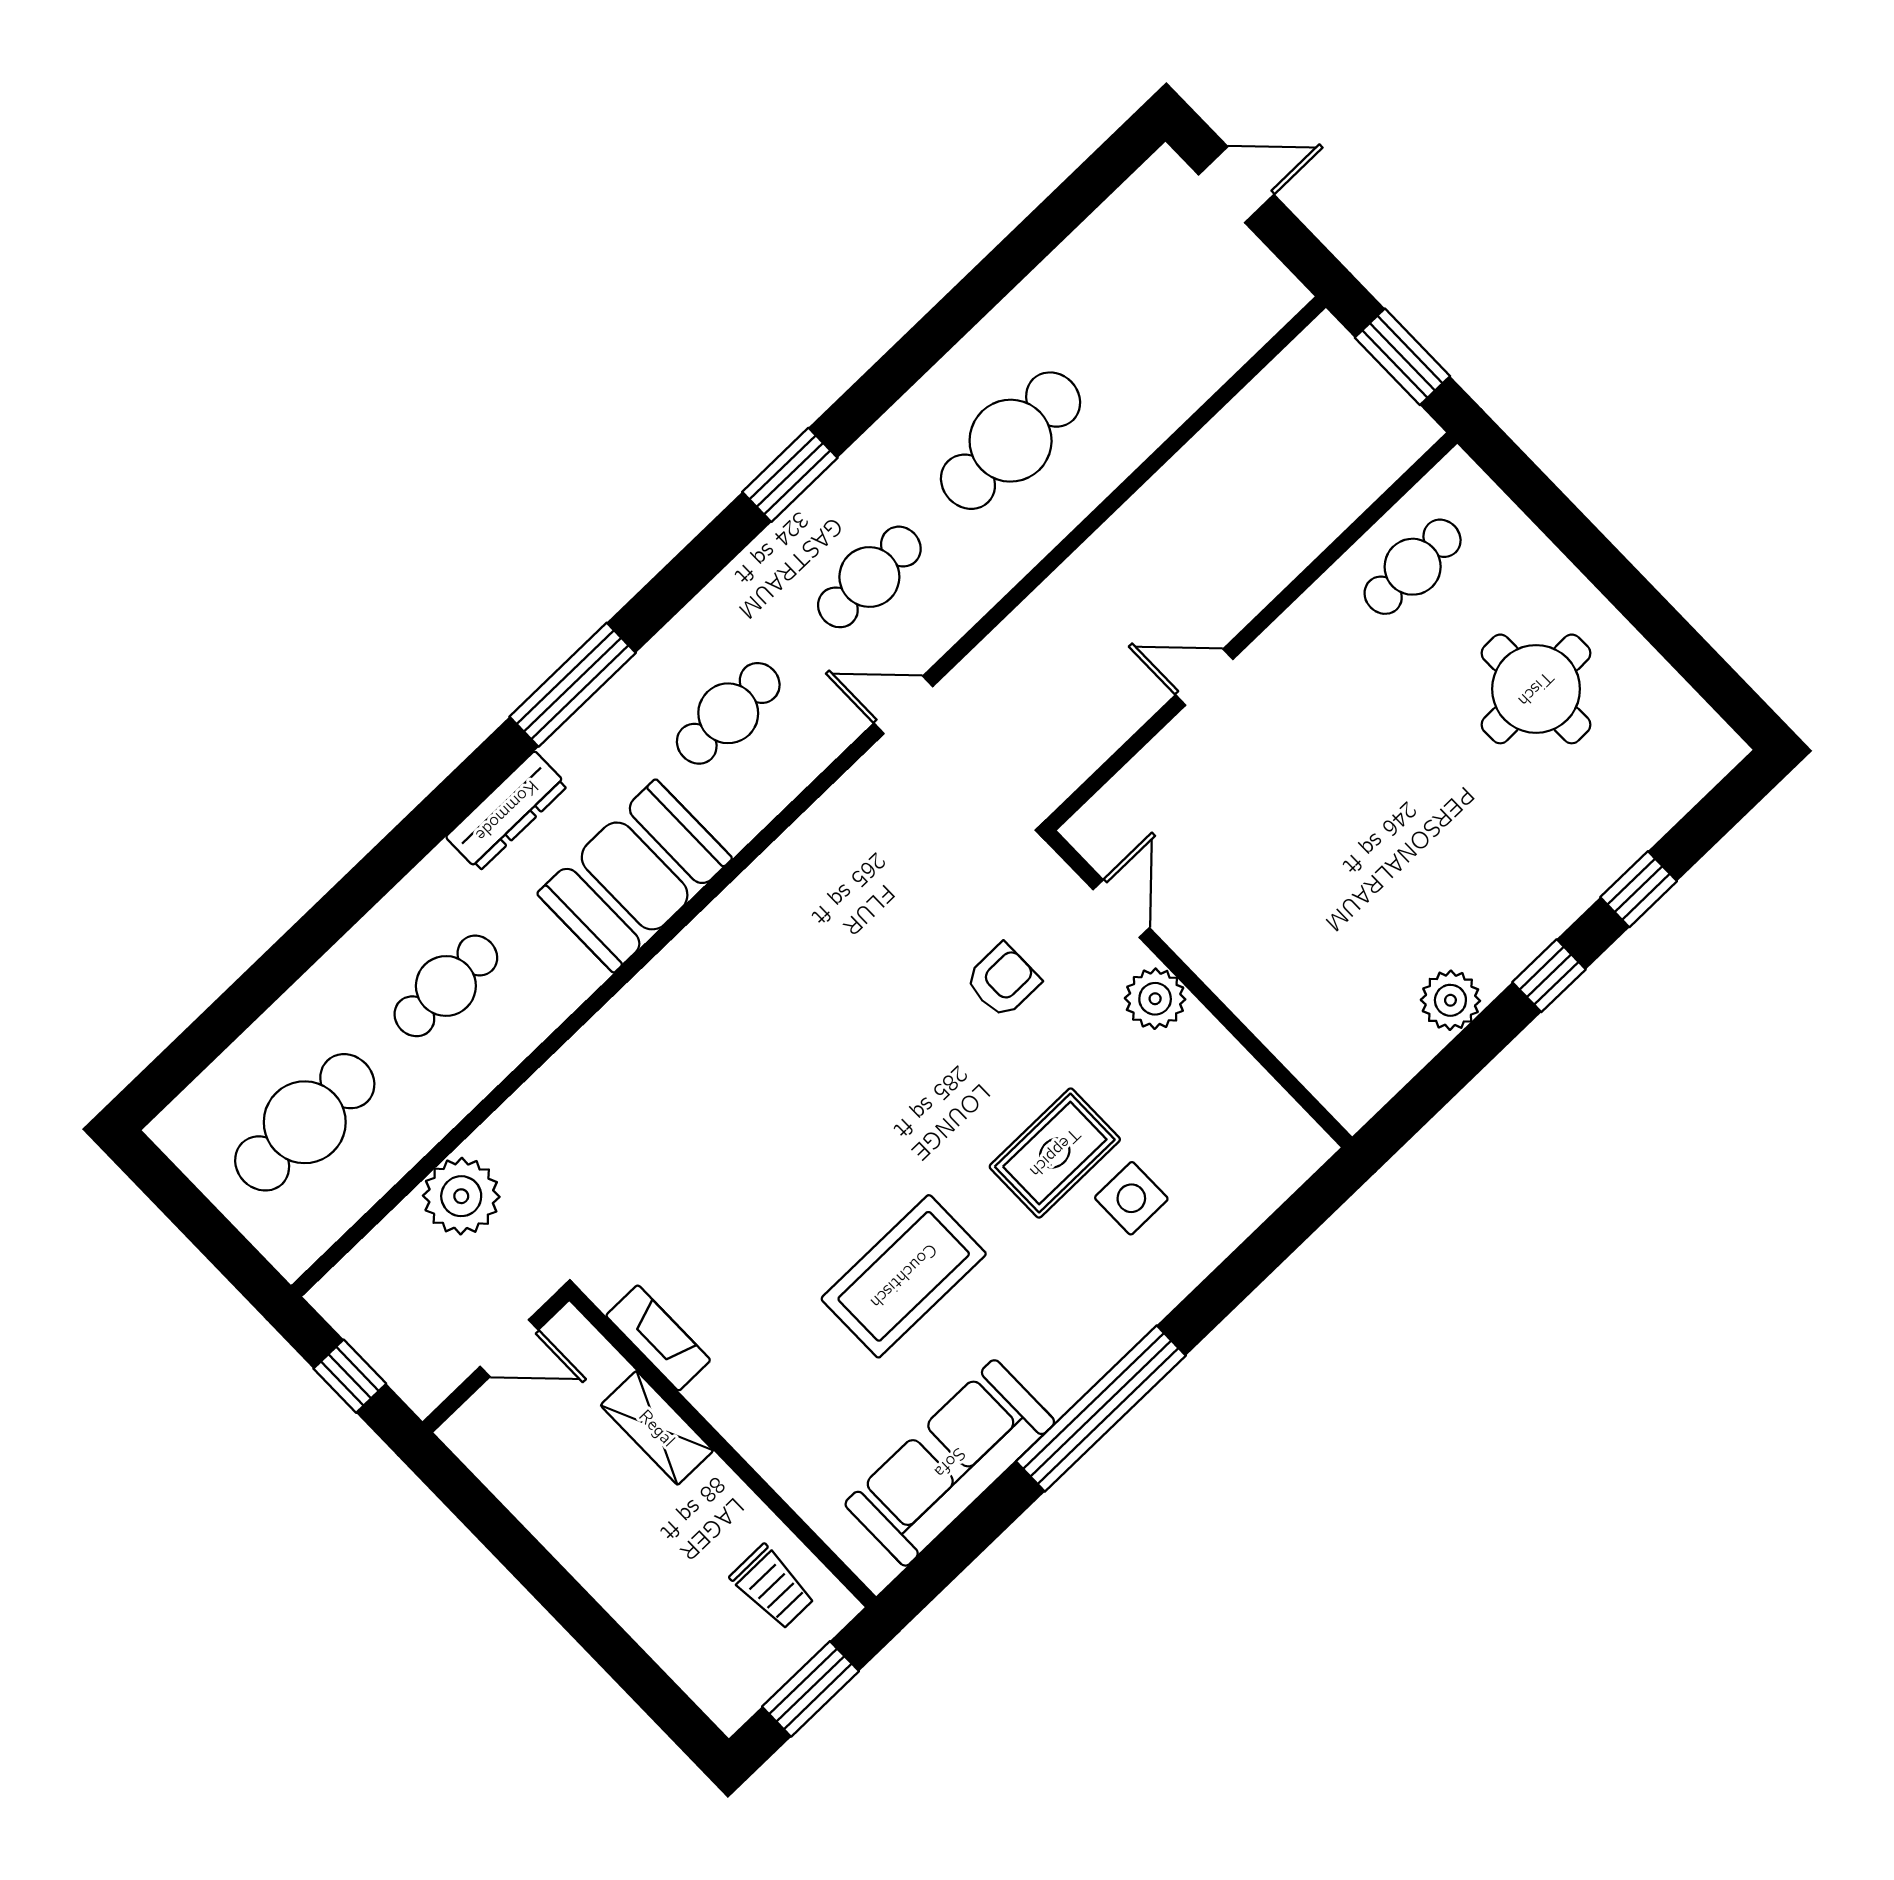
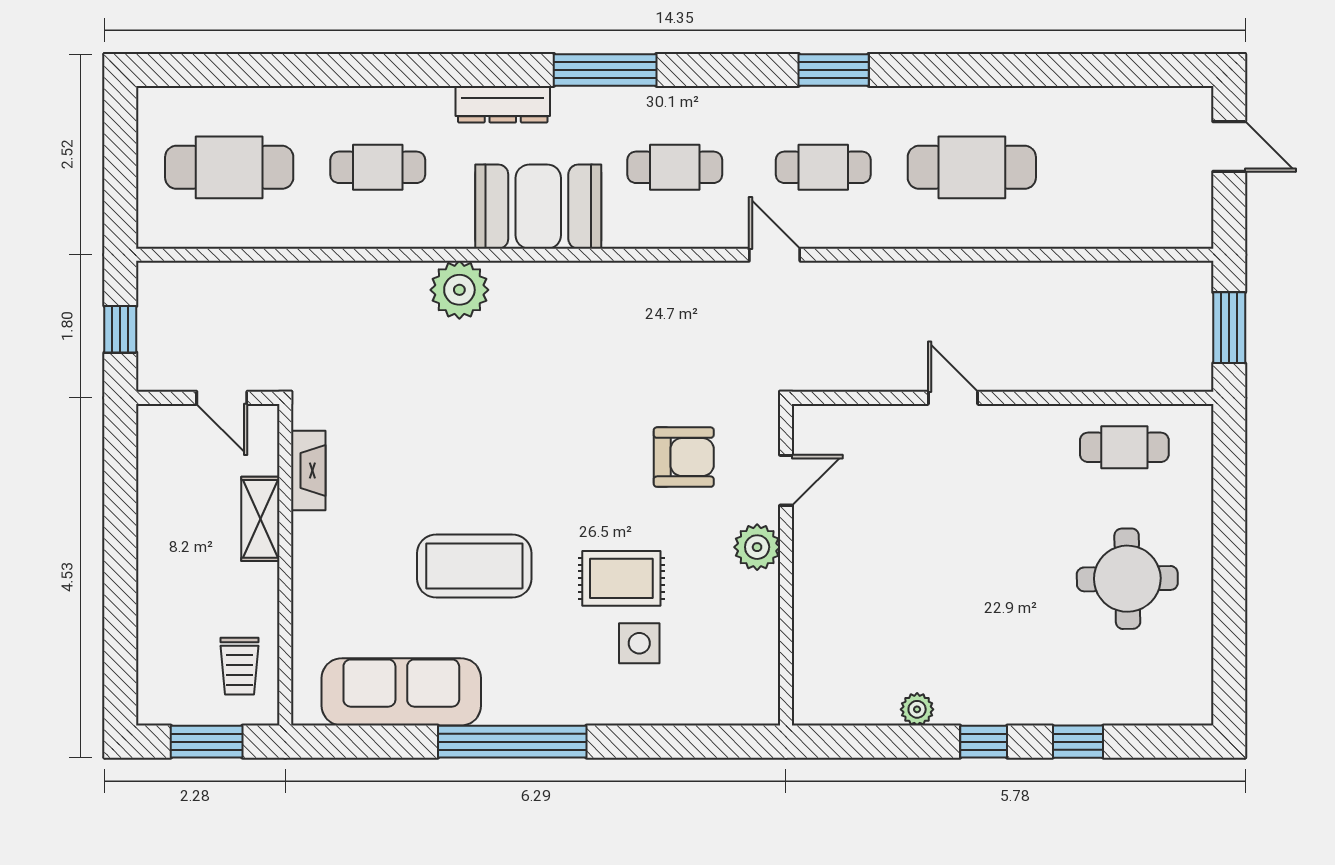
armchair: (1003, 980) -> (684, 457), width x1.38, depth x1.38
plant: (1450, 1000) -> (917, 709), width x0.73, depth x0.73
plant: (461, 1196) -> (459, 290), moved

